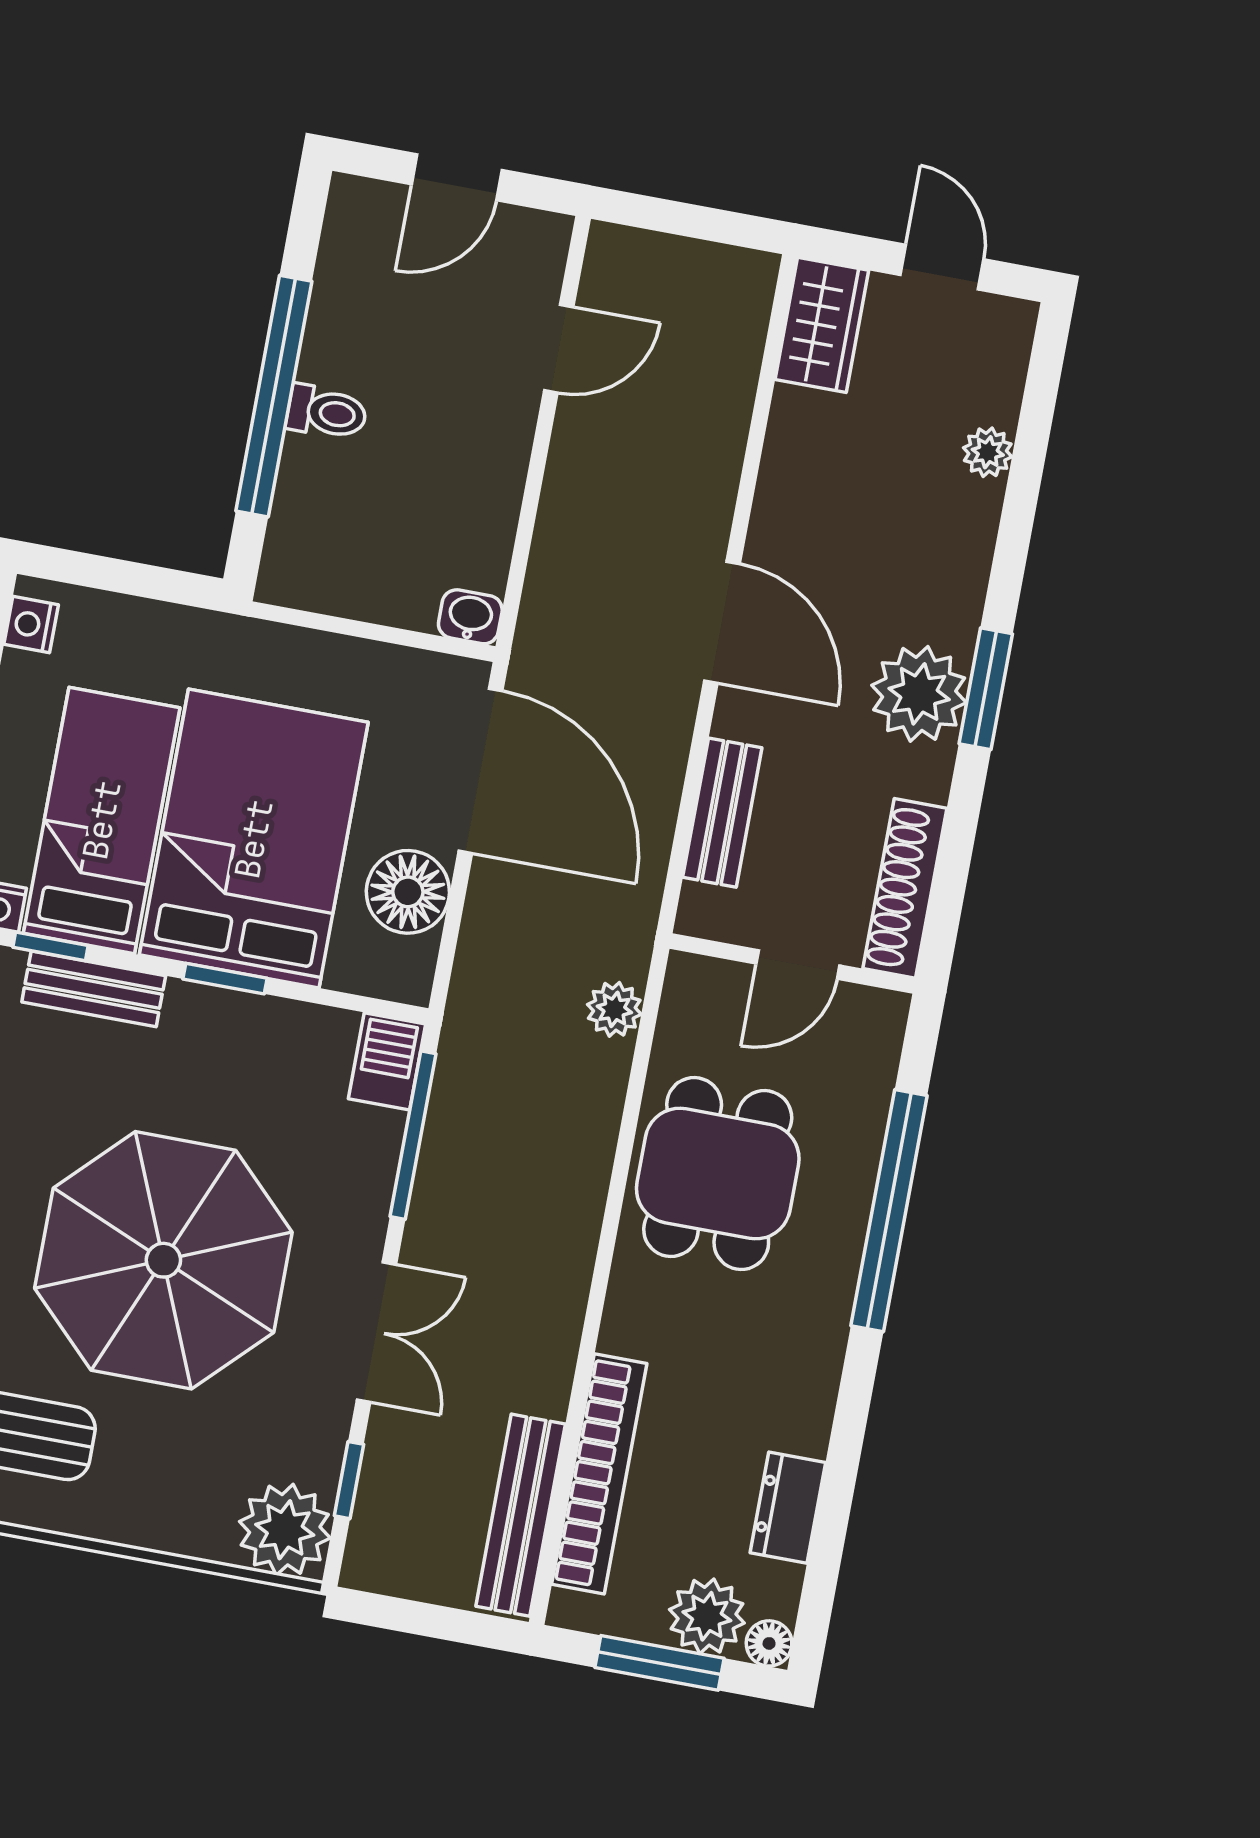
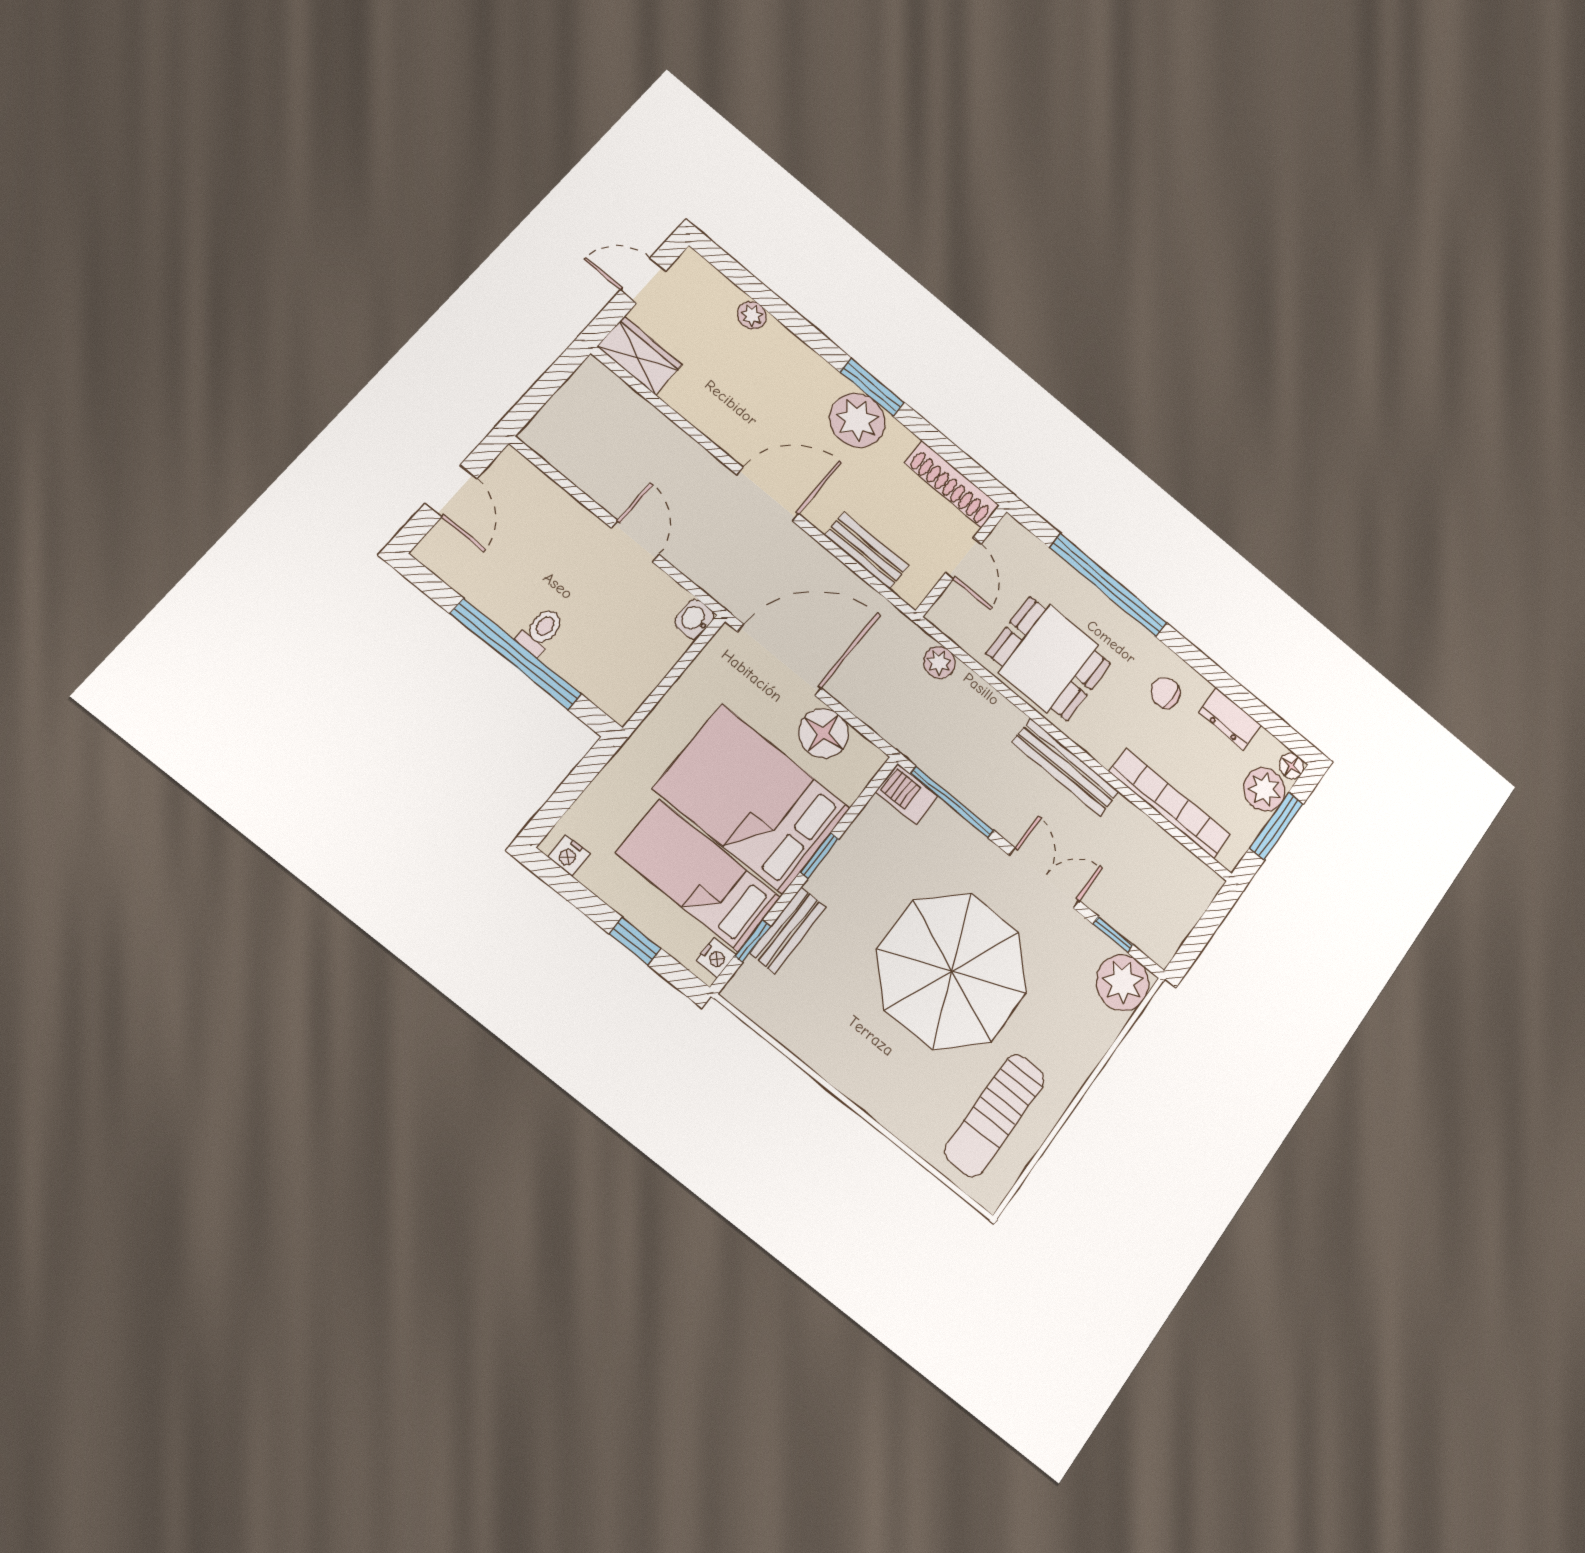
door: (559, 349) -> (635, 541), moved
chair: (770, 1384) -> (1165, 693), added
bench: (521, 1515) -> (1065, 767), moved

